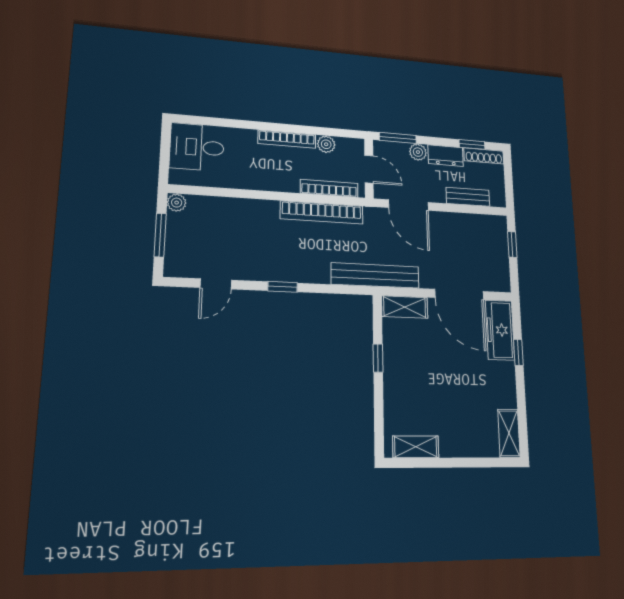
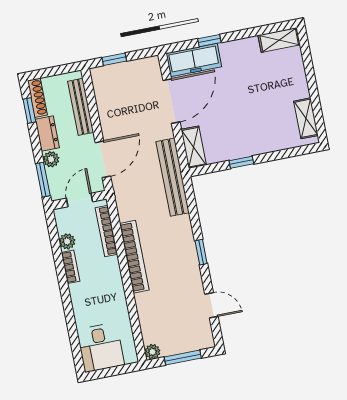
bookcase: (287, 139) -> (71, 267), width x0.64
bench: (468, 197) -> (81, 107), width x1.36
bookcase: (322, 212) -> (134, 257), moved

